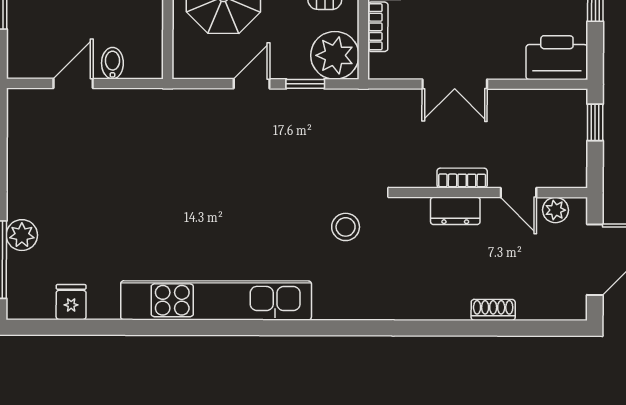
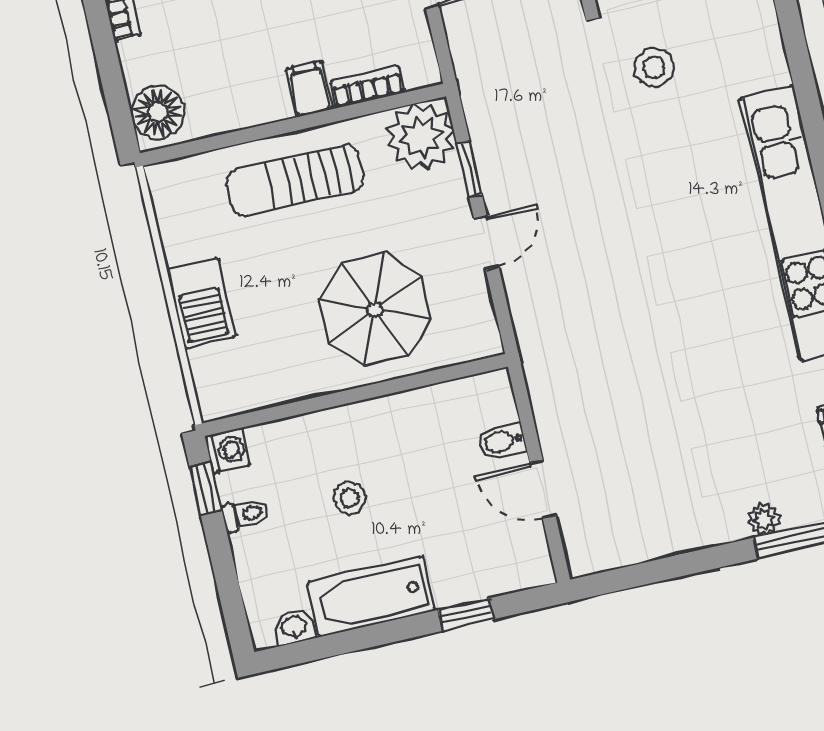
door: (252, 84) -> (486, 243), swing flipped
plant: (22, 235) -> (764, 519), width x0.73, depth x0.73

